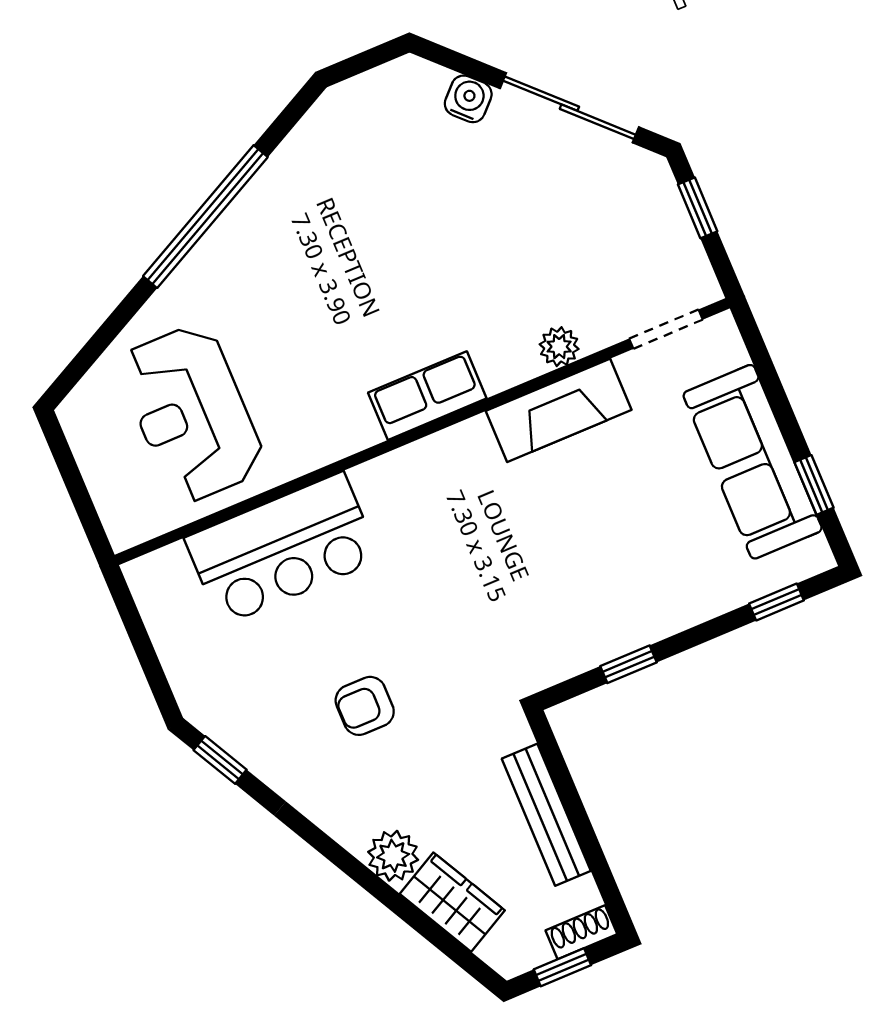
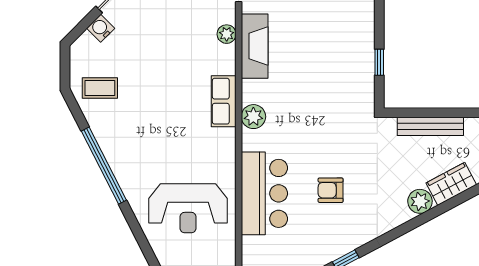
coffee table: (352, 146) -> (100, 88), added
plant: (422, 465) -> (253, 117), added
armchair: (365, 706) -> (331, 190), moved, turned 90

